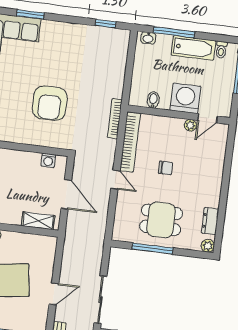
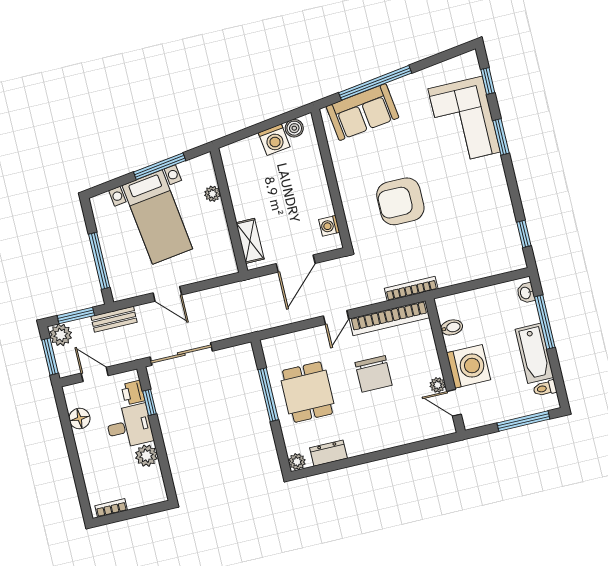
chair: (166, 168) -> (374, 374), width x1.87, depth x1.87

